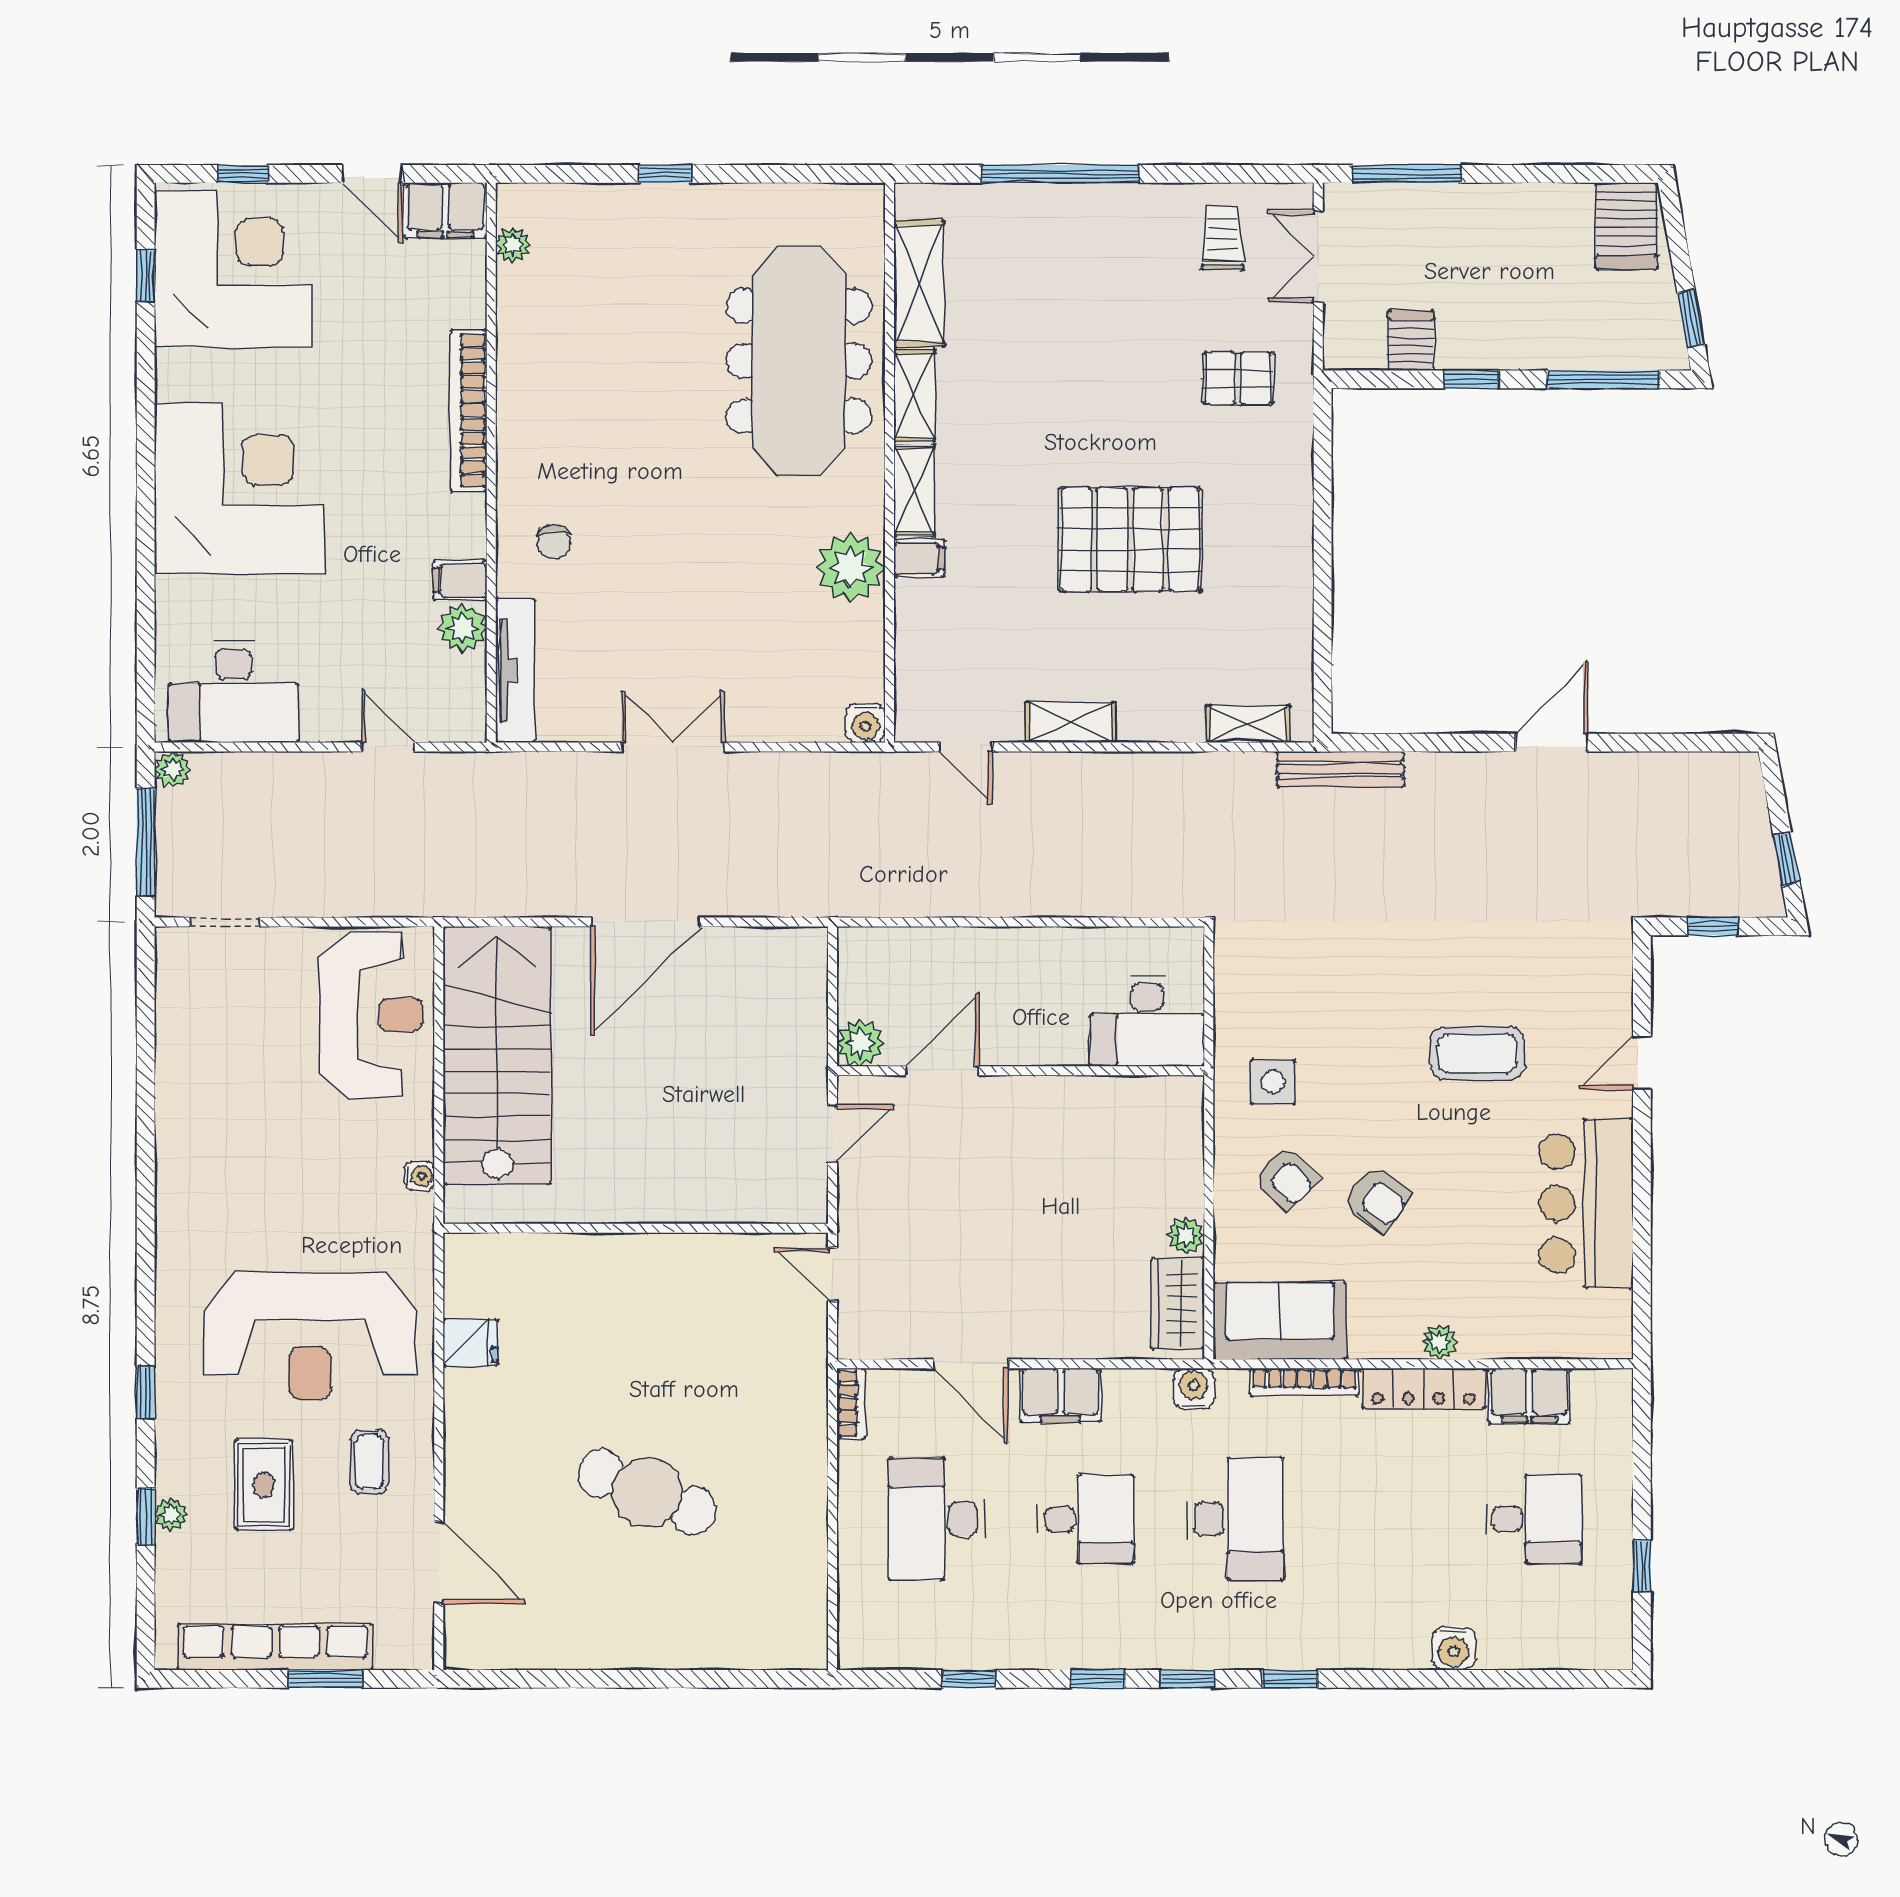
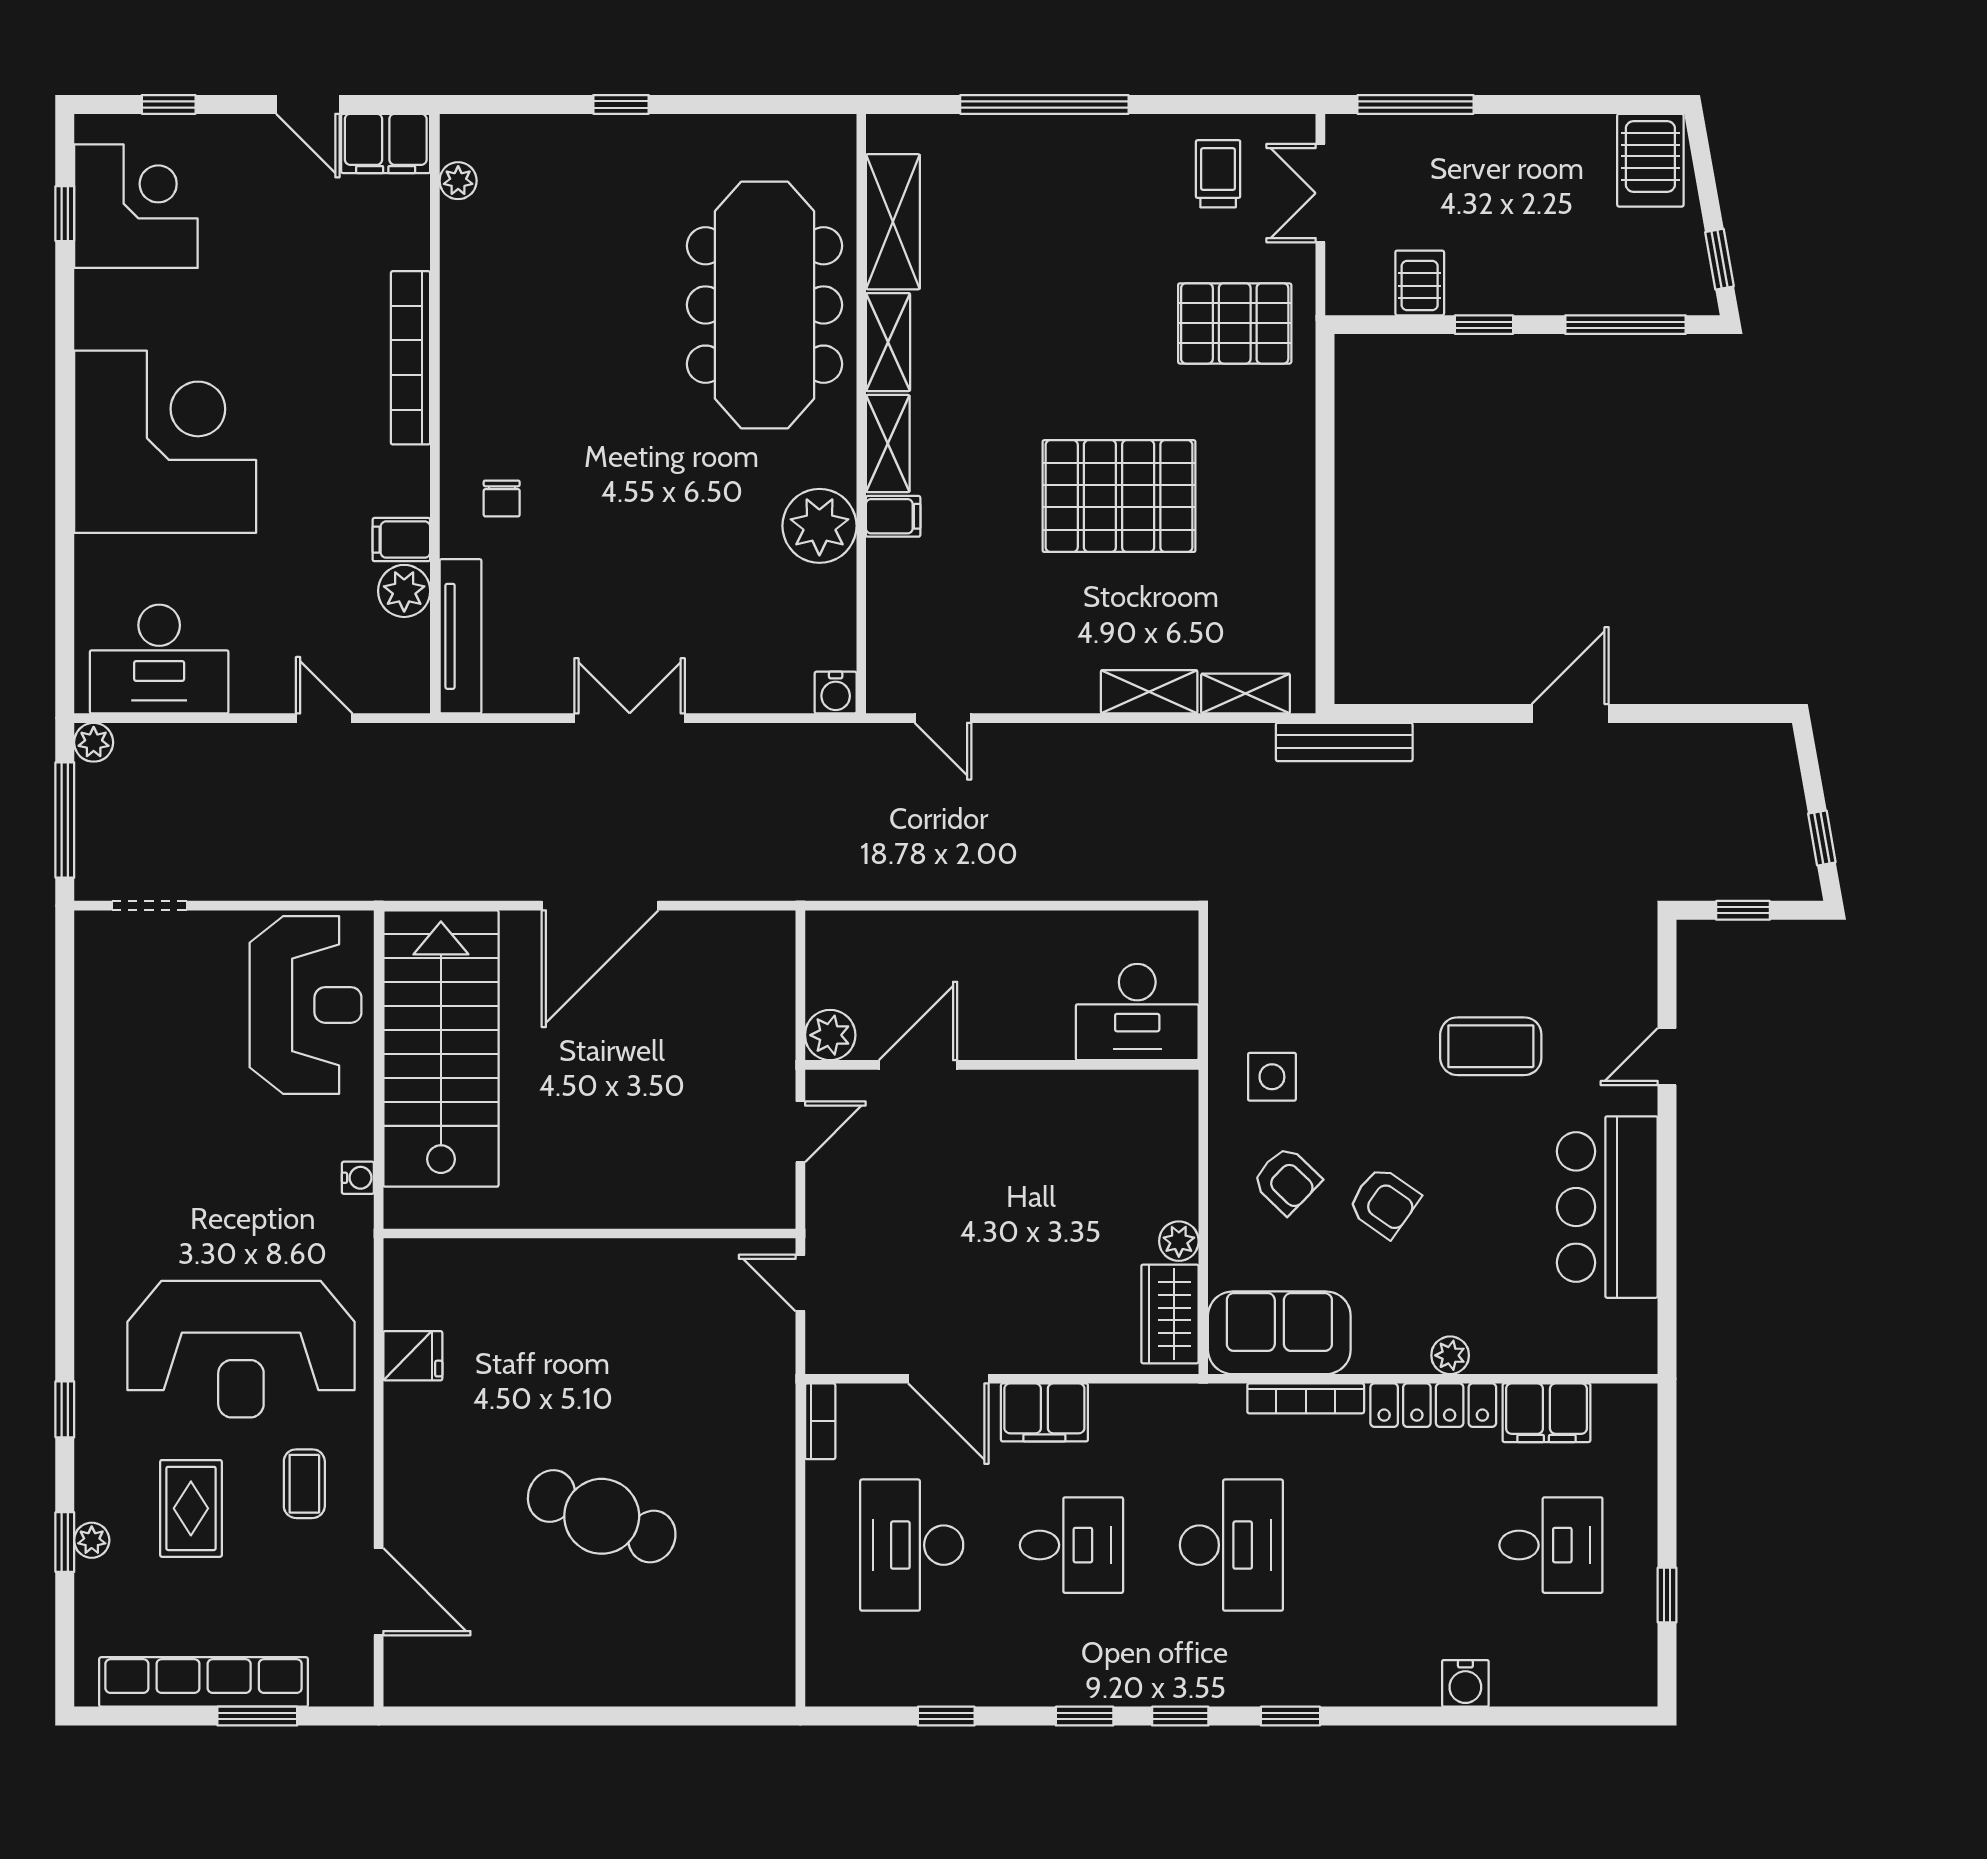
corner desk: (233, 269) -> (136, 206), width x0.74, depth x0.74
pallet: (1238, 378) -> (1235, 323), width x1.50, depth x1.42
shelving: (1071, 722) -> (1149, 692), moved
water cooler: (1194, 1389) -> (1187, 1406), removed

